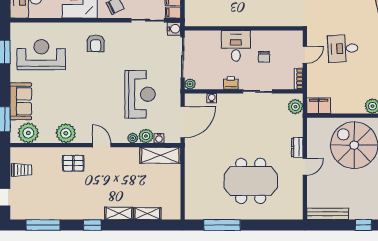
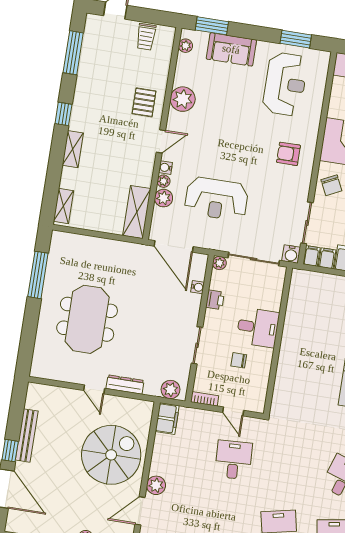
printer: (231, 83) -> (215, 300), moved
plant: (28, 133) -> (186, 46), width x0.53, depth x0.53
water cooler: (159, 138) -> (165, 168), moved
dresser: (297, 147) -> (125, 385), width x1.44
shelving: (147, 214) -> (63, 206), moved
bench: (328, 214) -> (27, 436), moved

